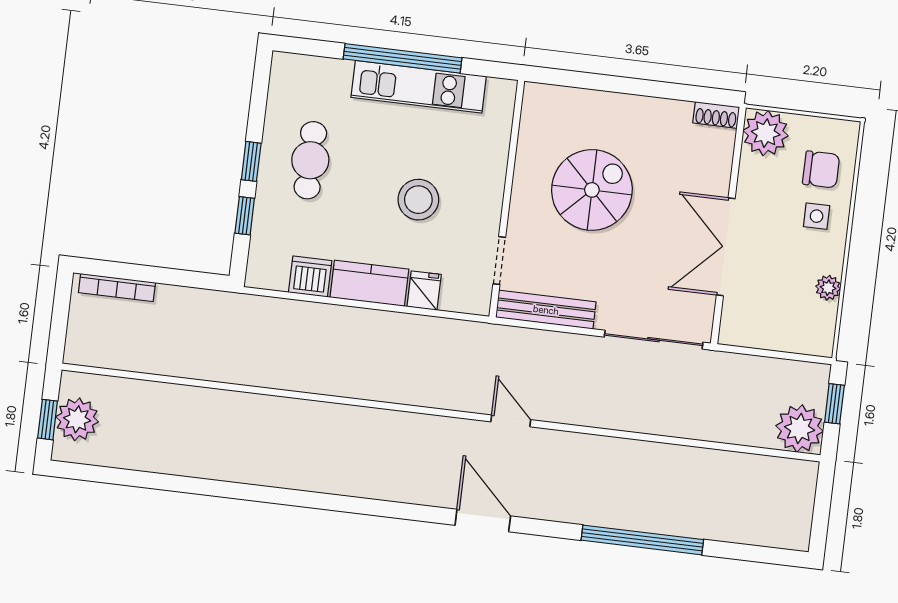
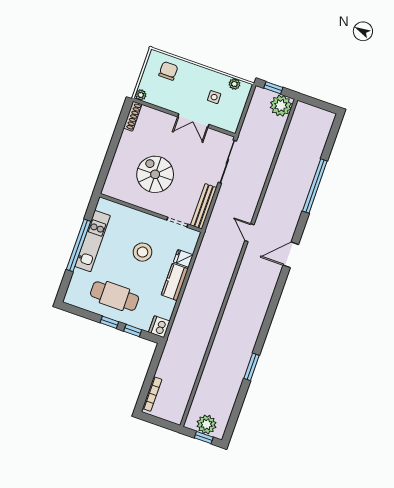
shoe rack: (716, 115) -> (133, 116), width x1.43
plant: (766, 133) -> (141, 95), width x0.53, depth x0.53
cafe table: (310, 160) -> (115, 296), width x1.37, depth x1.35
side table: (817, 216) -> (214, 97), moved
double door: (726, 247) -> (193, 121), width x0.73
dishwasher: (310, 276) -> (159, 327), moved
plant: (828, 288) -> (234, 84), moved
door: (511, 421) -> (249, 233), hinge flipped
window: (223, 489) -> (252, 367), added

